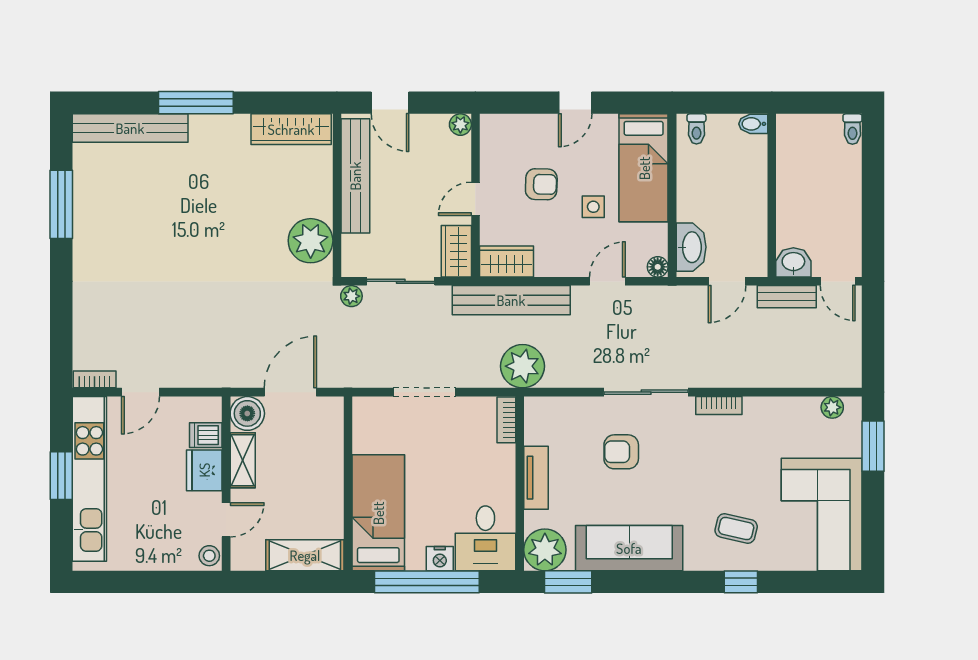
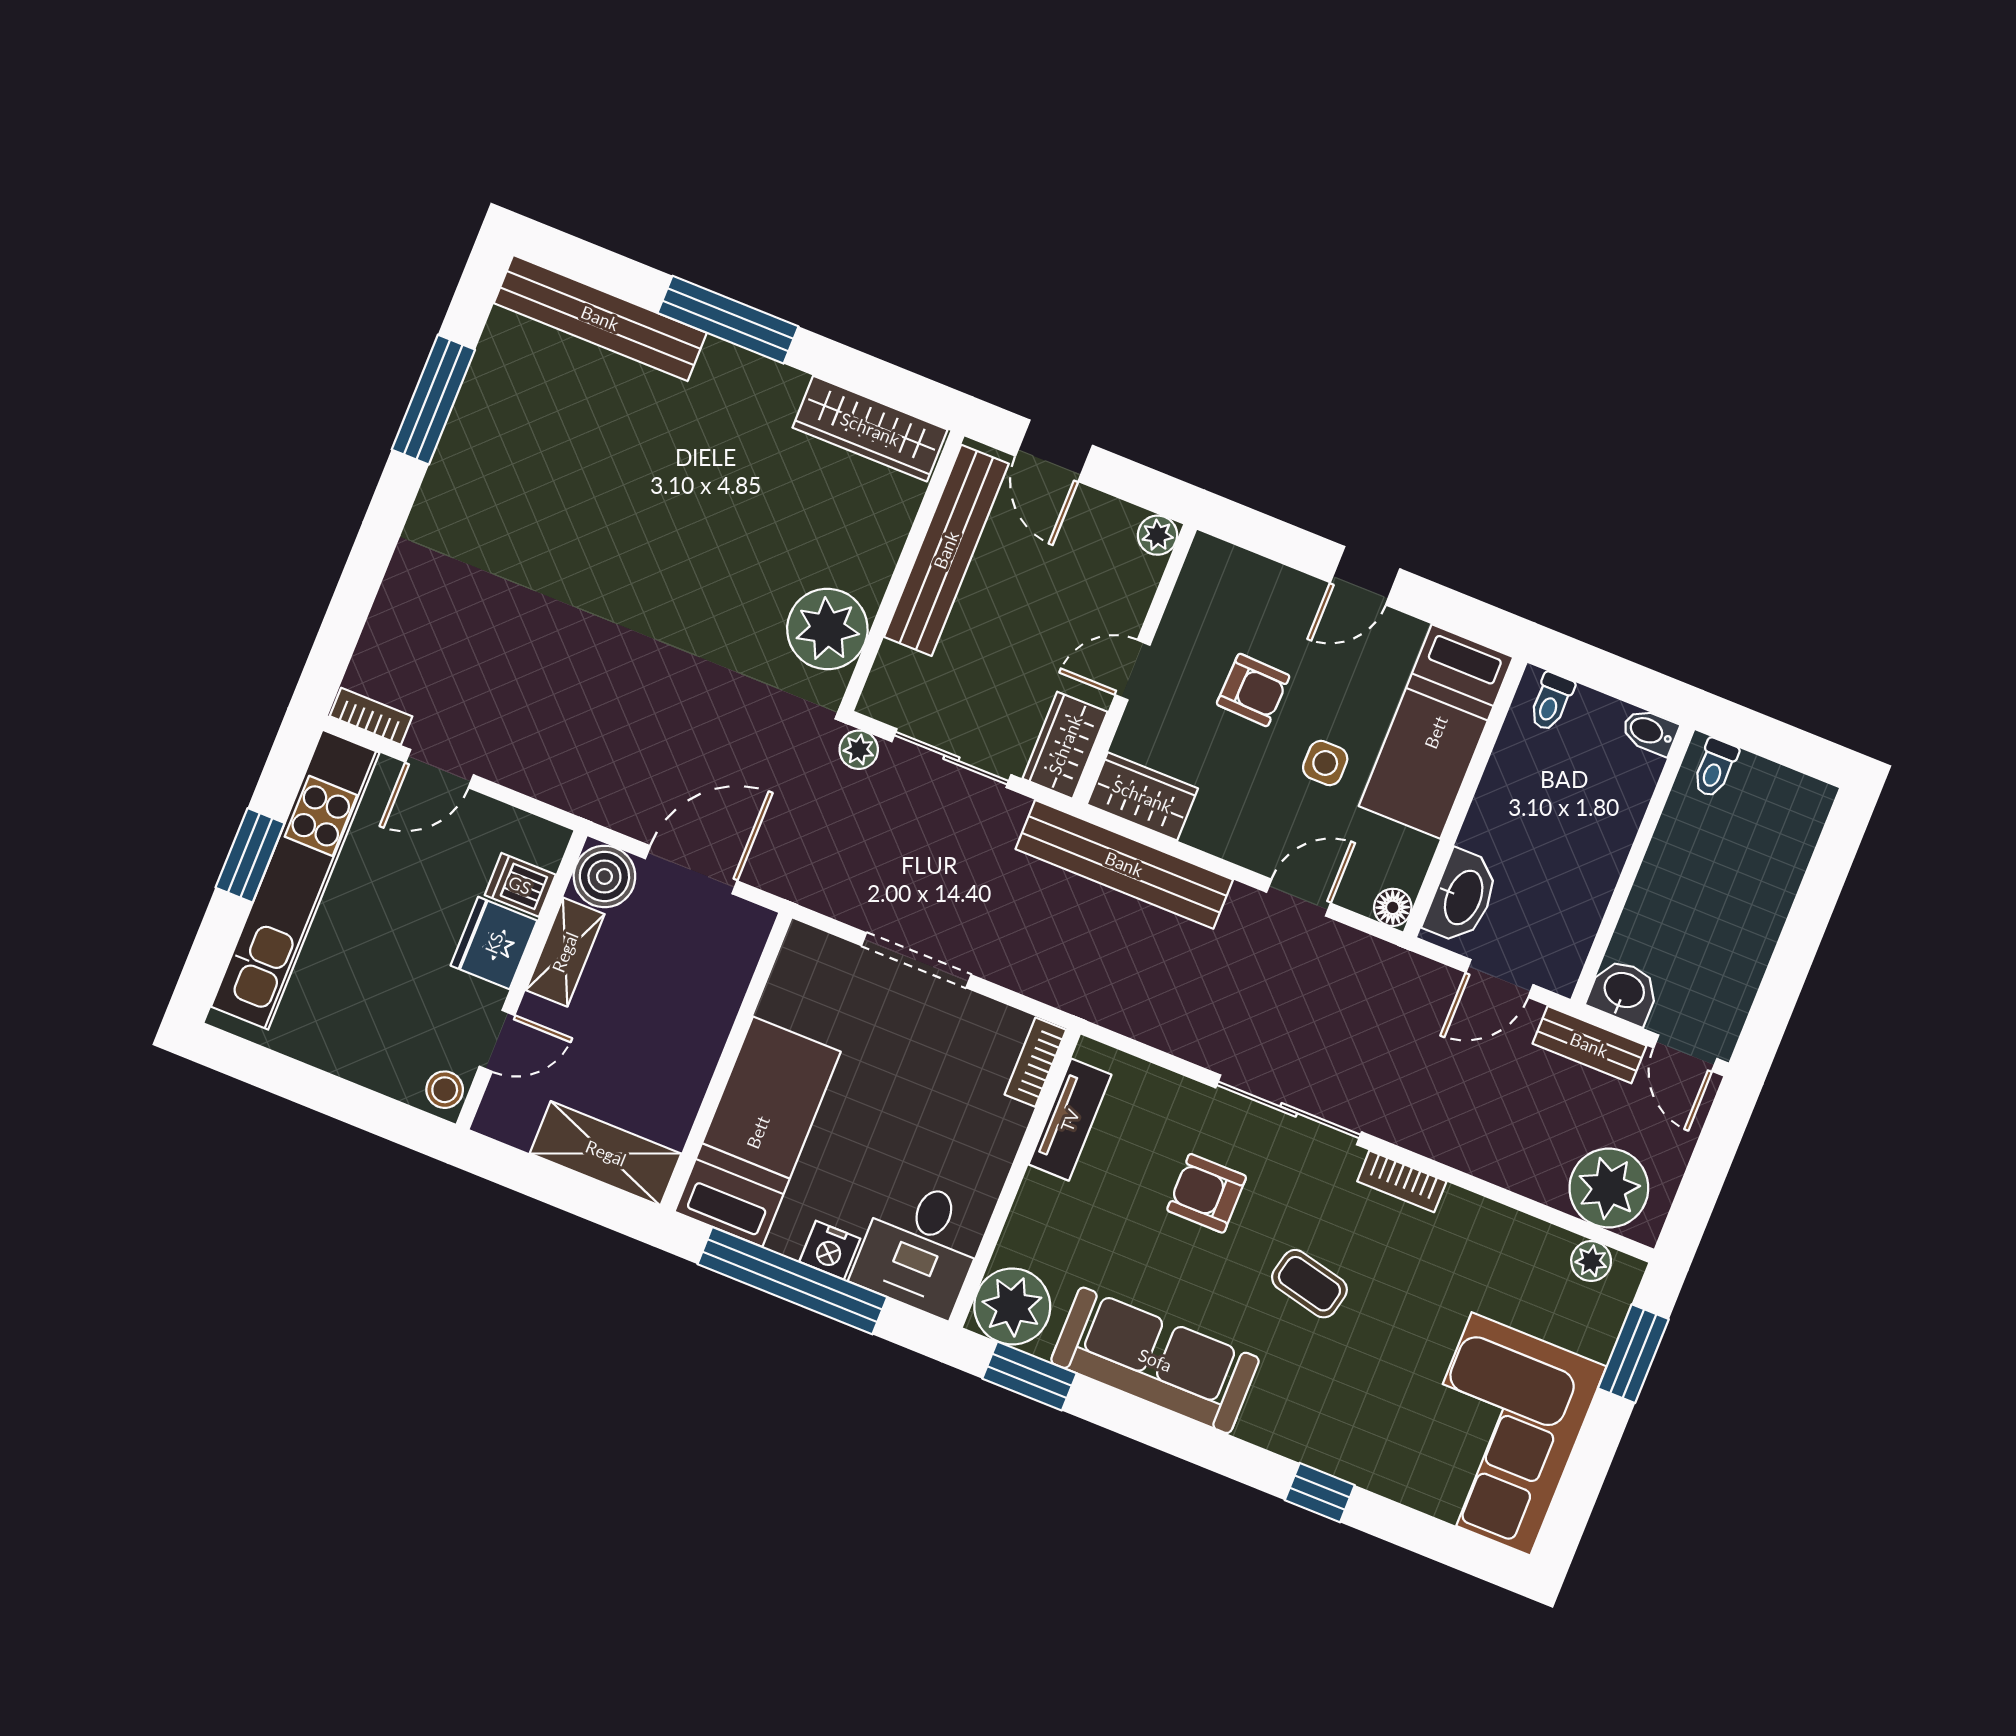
toilet: (852, 129) -> (1715, 768), moved
plant: (523, 366) -> (1609, 1188), moved
tv unit: (536, 478) -> (1070, 1120), moved
coffee table: (736, 528) -> (1309, 1284), moved

